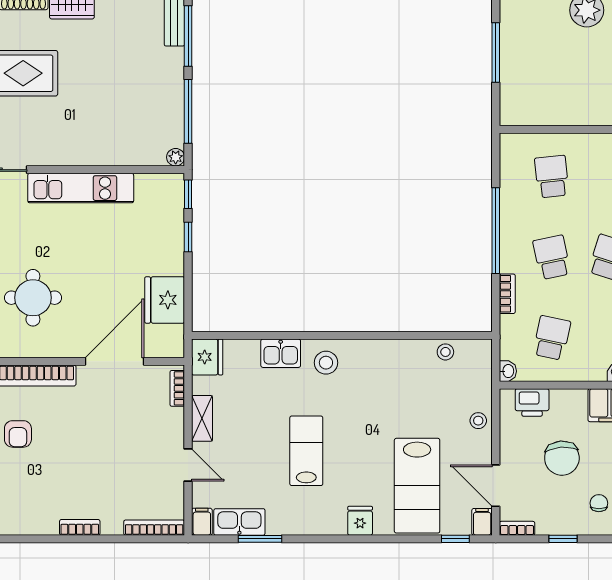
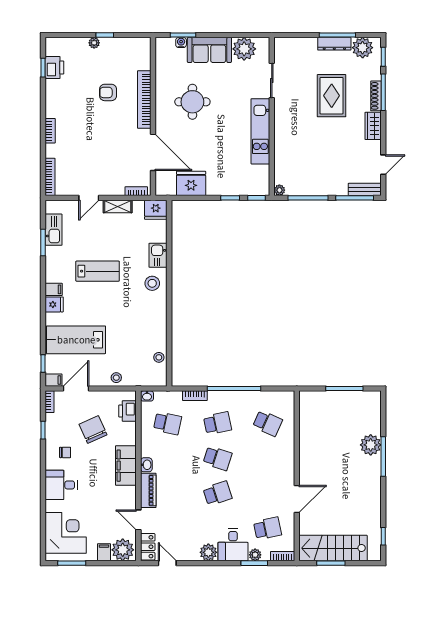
school desk: (552, 177) -> (267, 423), turned 30
chair: (562, 458) -> (93, 430), turned 70
filing cabinet: (202, 522) -> (54, 289), moved

